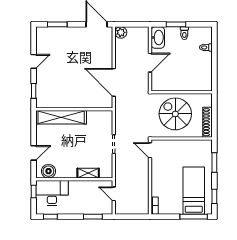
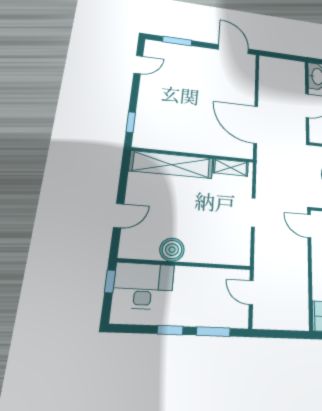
plant: (121, 32) -> (267, 63), removed
door: (34, 61) -> (138, 65), moved
boiler: (48, 171) -> (172, 250), moved
shelving: (88, 173) -> (231, 167), moved
window: (50, 217) -> (170, 330), moved

